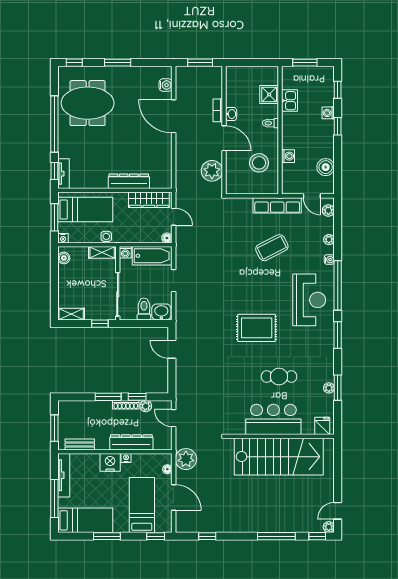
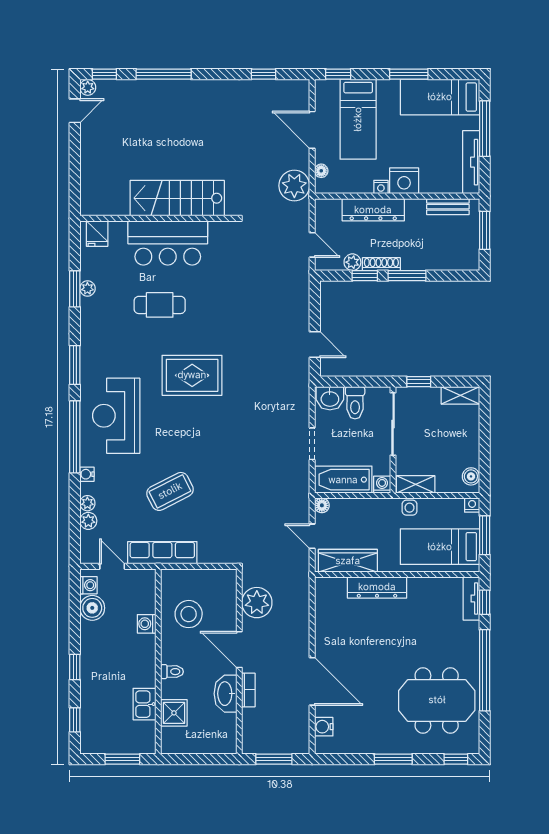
washing machine: (328, 113) -> (88, 585), moved
washbasin: (231, 114) -> (225, 694), width x1.91, depth x1.45
plant: (328, 210) -> (88, 521), moved
stairs: (279, 457) -> (177, 198), width x0.73, depth x0.66

